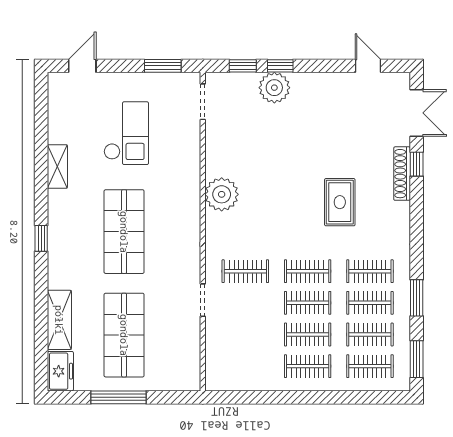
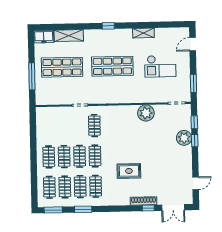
door: (82, 66) -> (193, 44), swing flipped
plant: (222, 194) -> (146, 113), moved
window: (118, 397) -> (32, 76), moved

